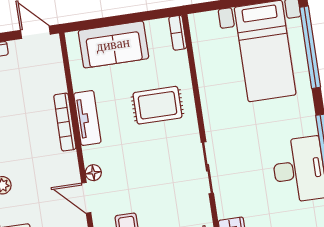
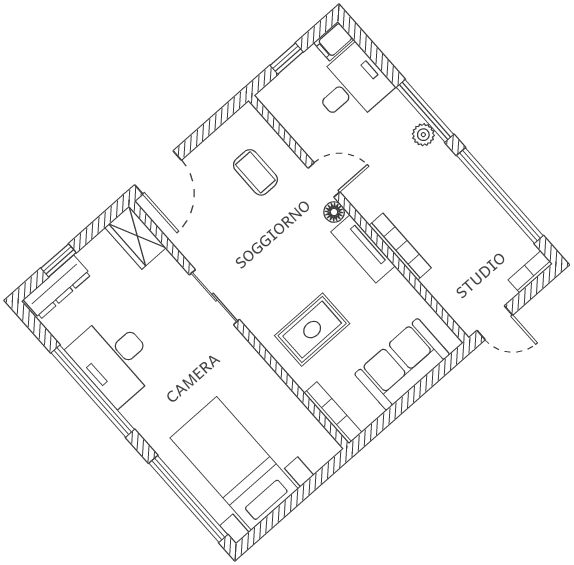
bookcase: (178, 33) -> (333, 413), width x1.56
tv unit: (87, 118) -> (363, 249), moved

